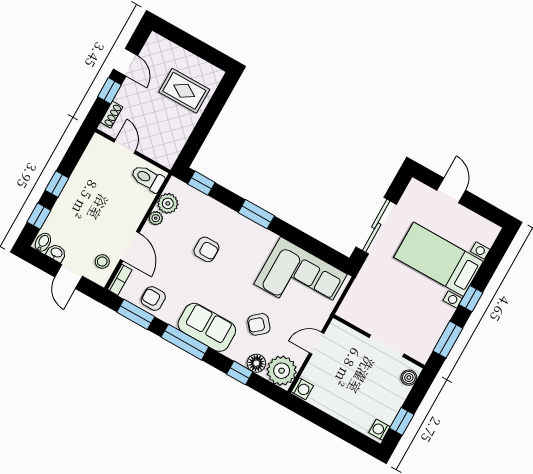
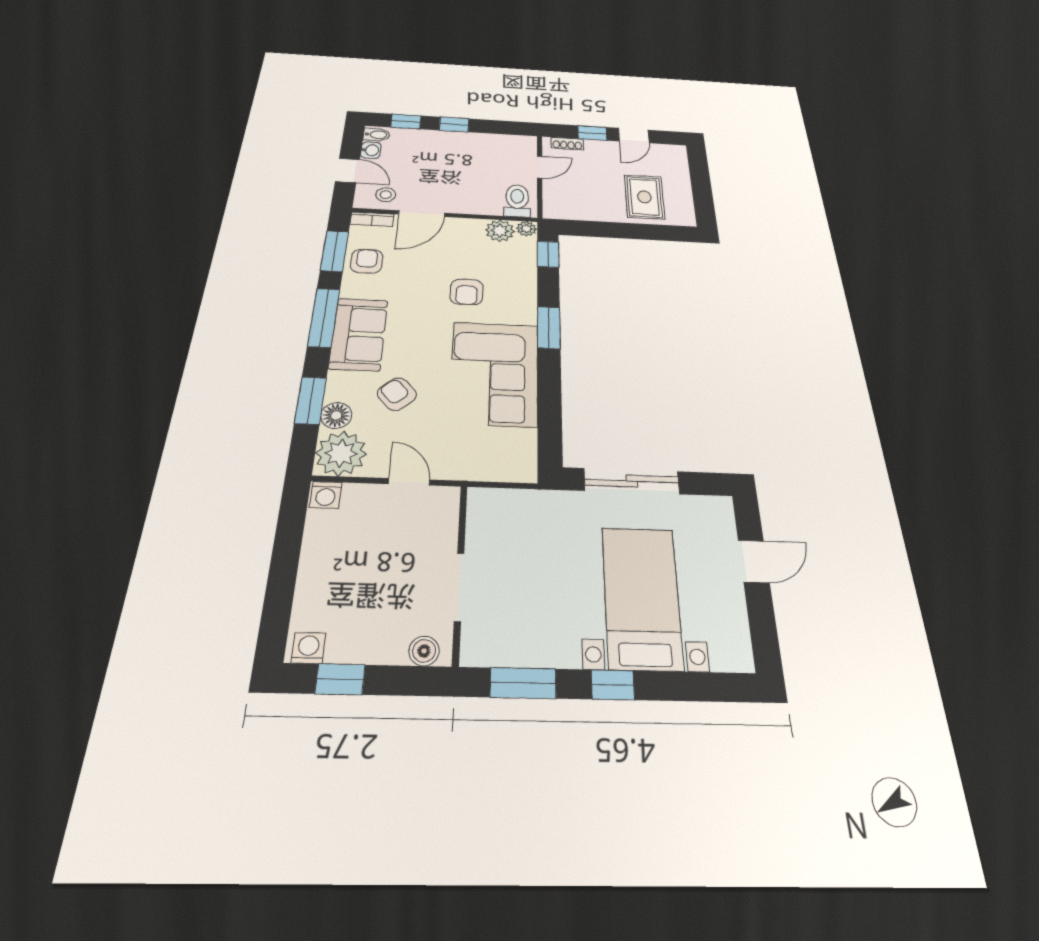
plant: (156, 218) -> (526, 229), moved
door: (69, 277) -> (348, 170), swing flipped
corner sofa: (300, 279) -> (495, 373), moved
window: (240, 373) -> (311, 401), width x1.50

